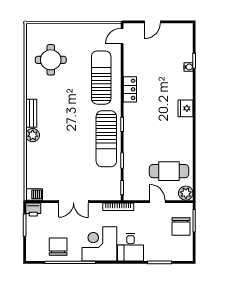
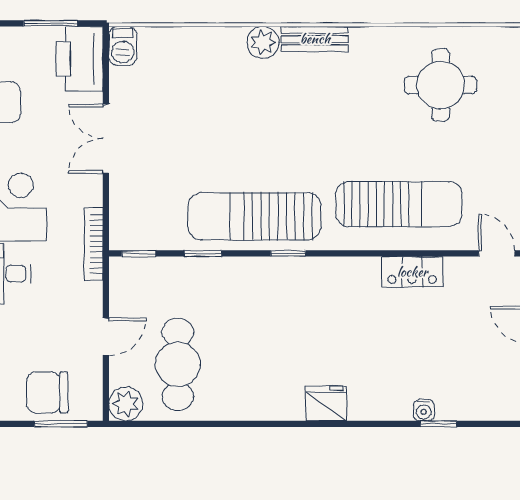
locker: (130, 89) -> (412, 272), moved
printer: (33, 210) -> (80, 59), width x1.87, depth x1.48

